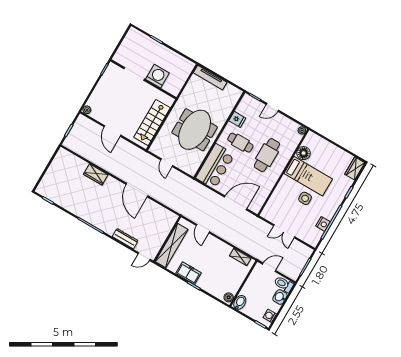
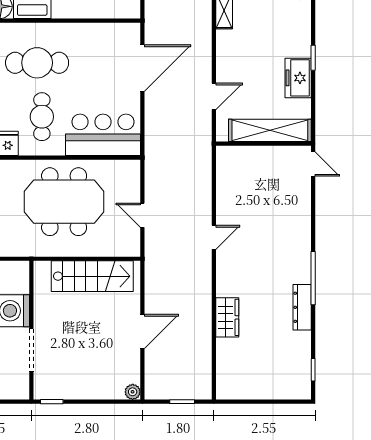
door: (167, 163) -> (142, 215), swing flipped
door: (137, 190) -> (214, 237), width x0.53
door: (236, 203) -> (142, 68), swing flipped
dresser: (125, 239) -> (302, 307), moved

